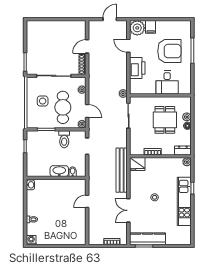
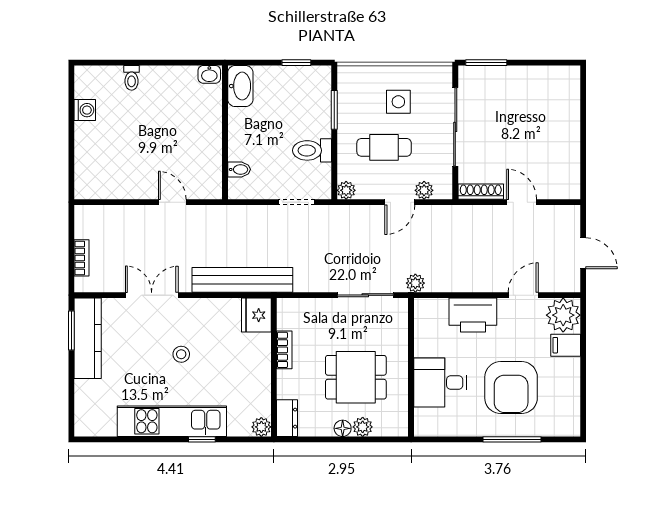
cafe table: (63, 107) -> (384, 147), width x0.73, depth x0.74
door: (87, 111) -> (400, 202), moved
washbasin: (59, 171) -> (240, 86), moved
washing machine: (31, 240) -> (85, 110), moved

